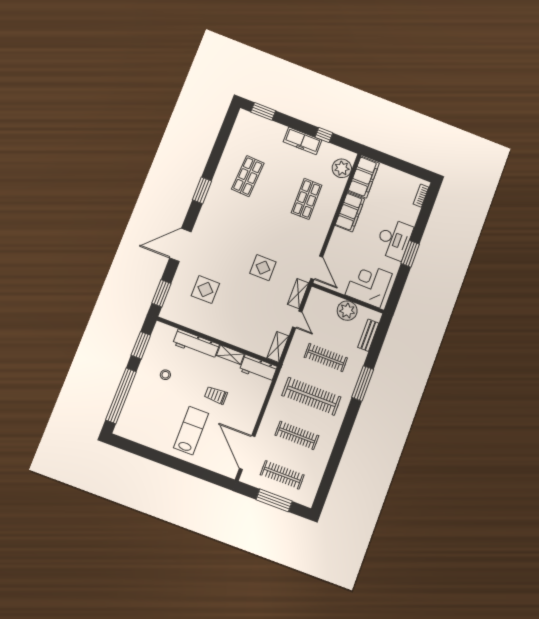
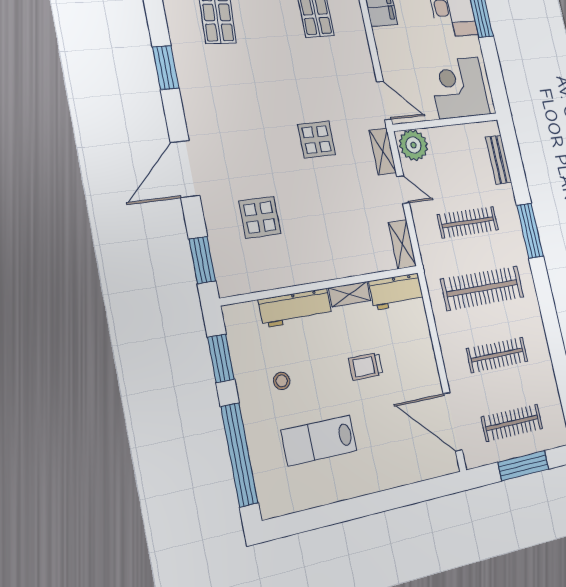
plant: (347, 311) -> (413, 145), moved
lab bench: (191, 431) -> (319, 440), moved, turned -90

